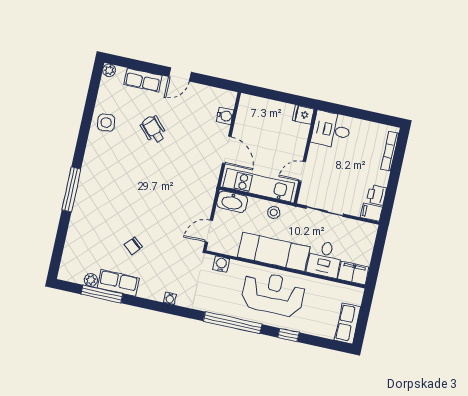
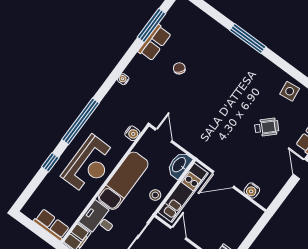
plant: (91, 280) -> (167, 21), removed
row of seats: (348, 323) -> (51, 225), moved

